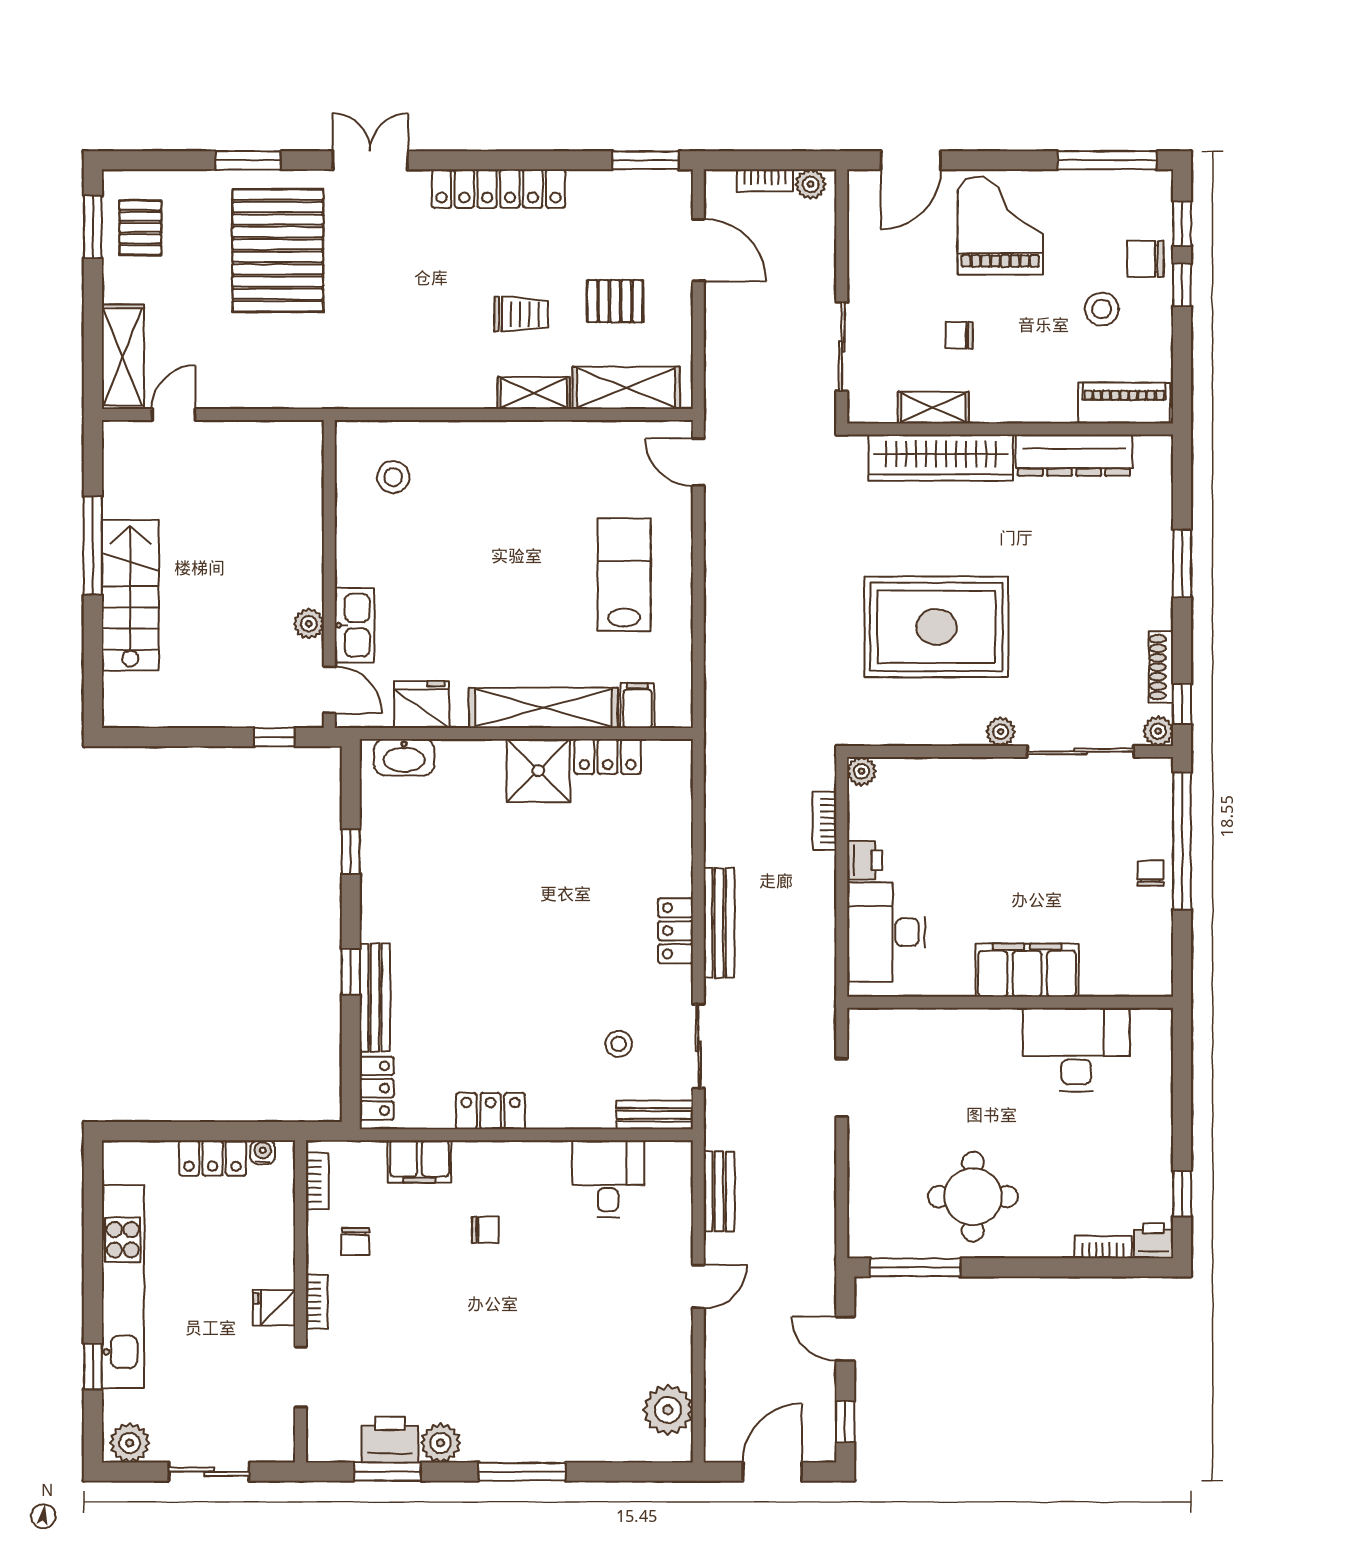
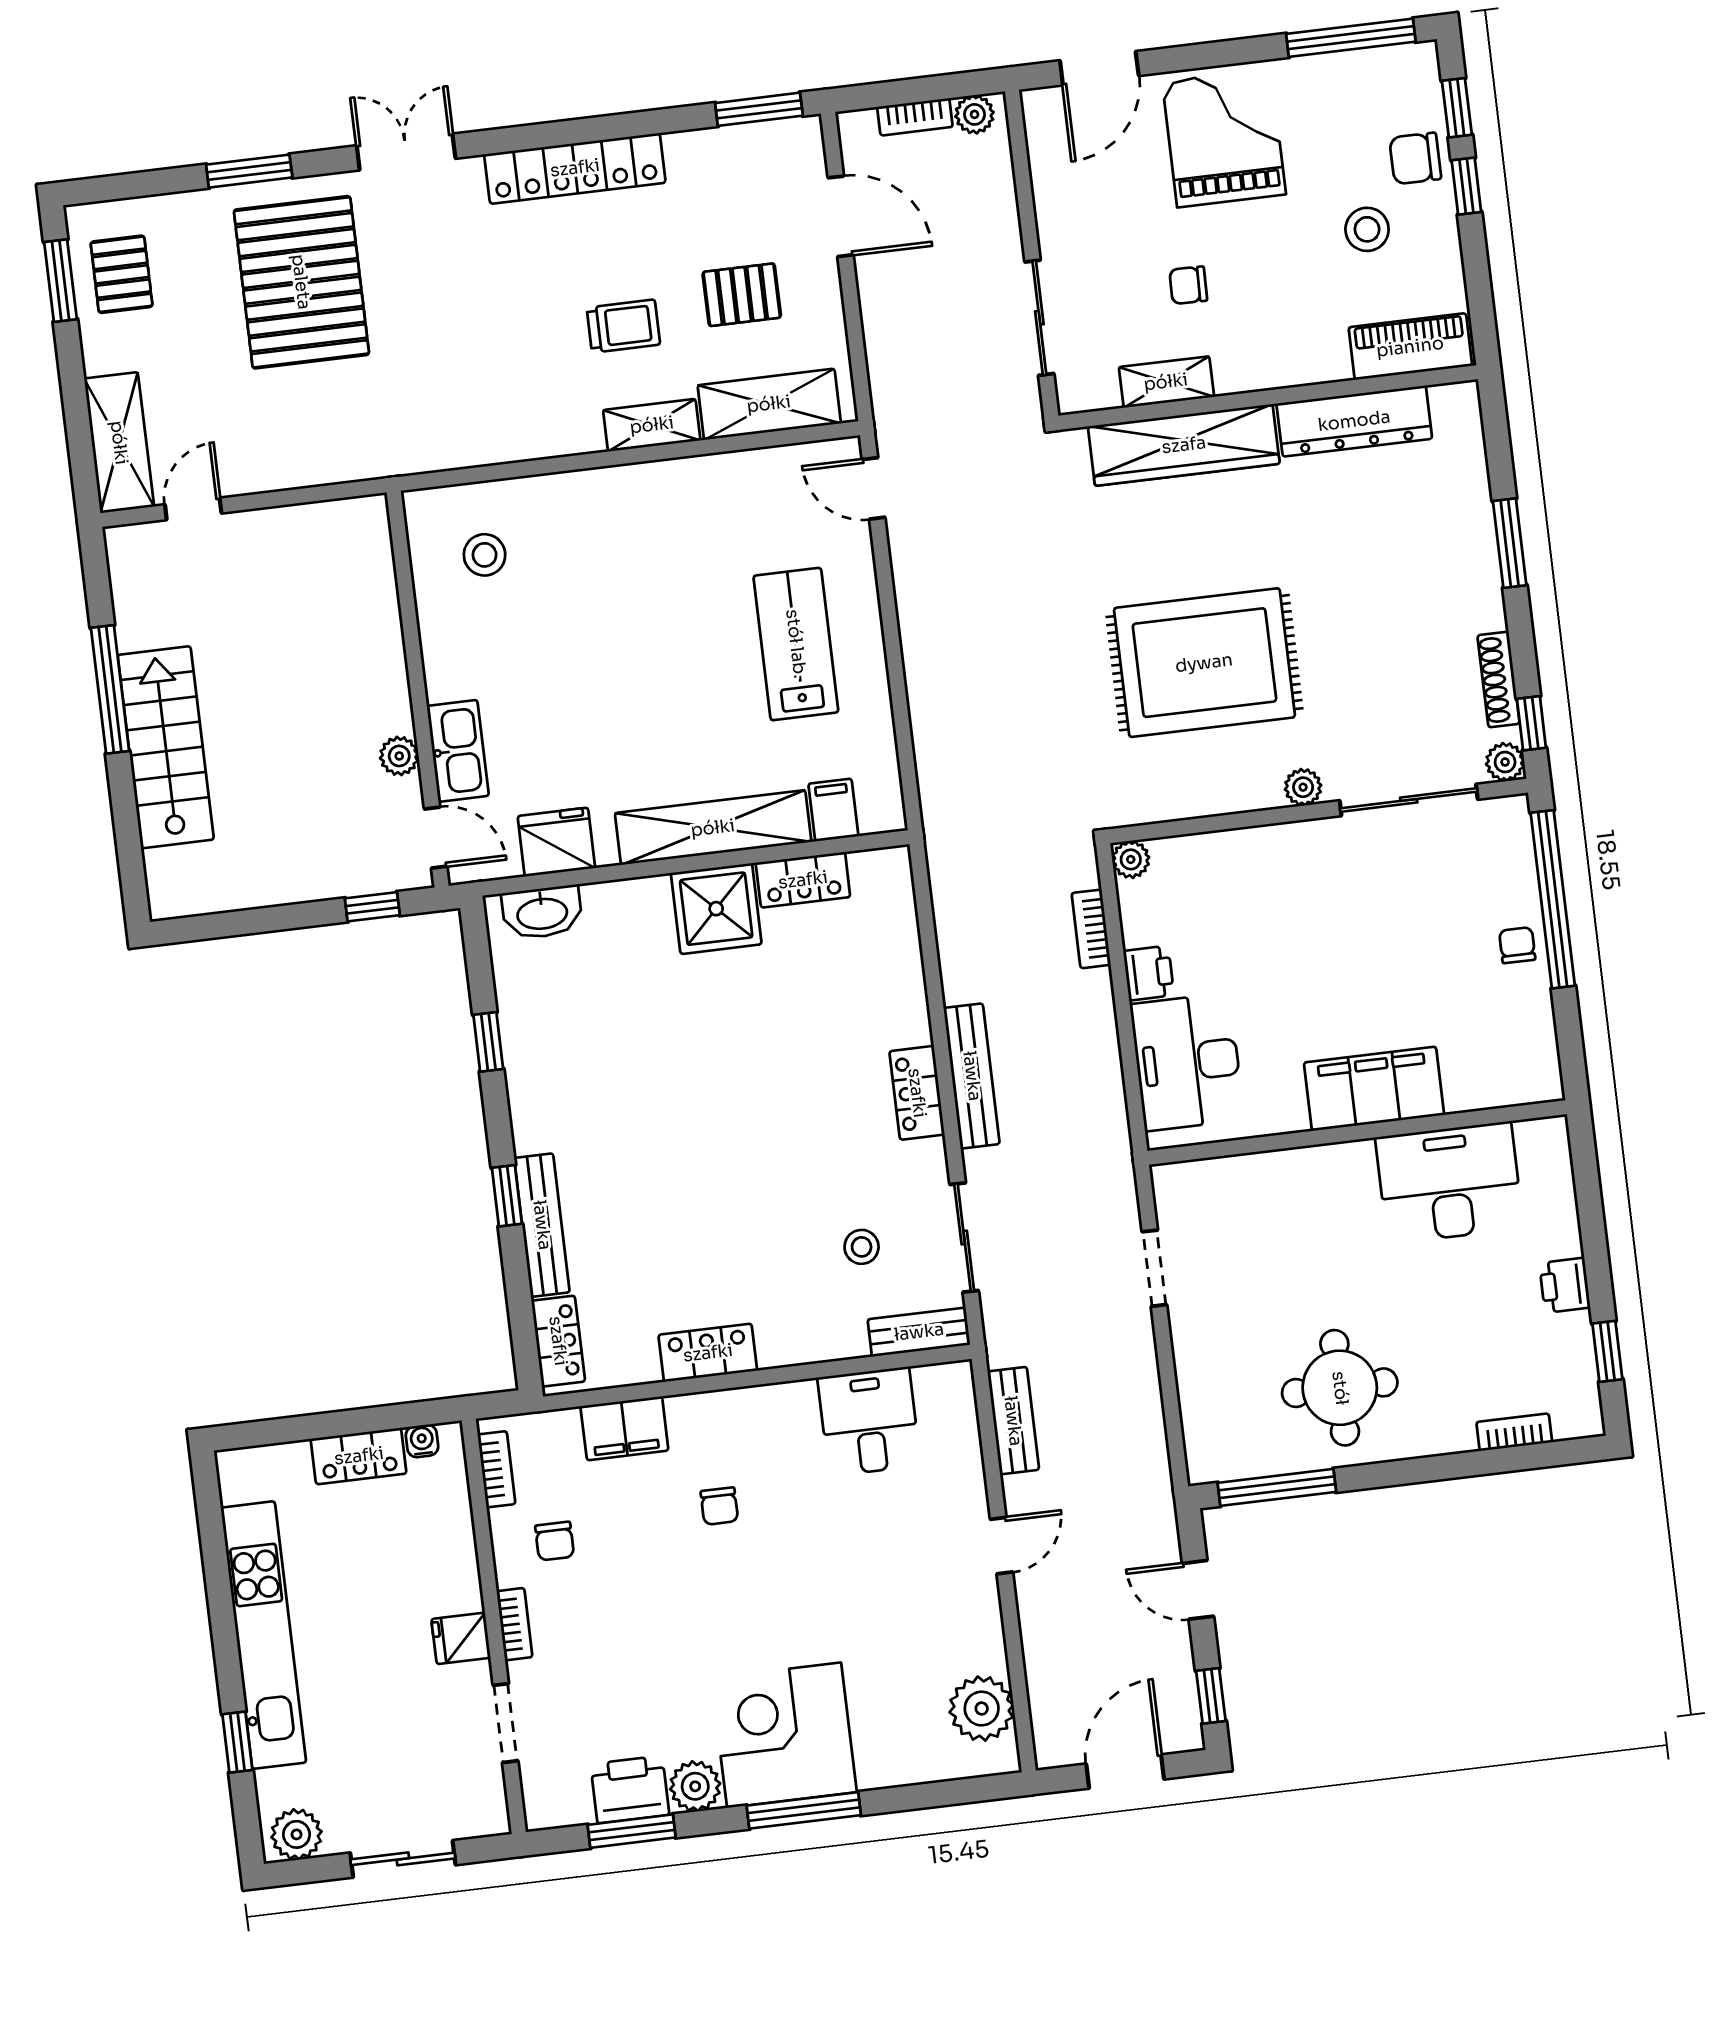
chair: (485, 1230) -> (719, 1506), turned 90
printer: (1154, 1241) -> (1565, 1285), moved, turned -90
corner desk: (514, 1412) -> (784, 1735), added

